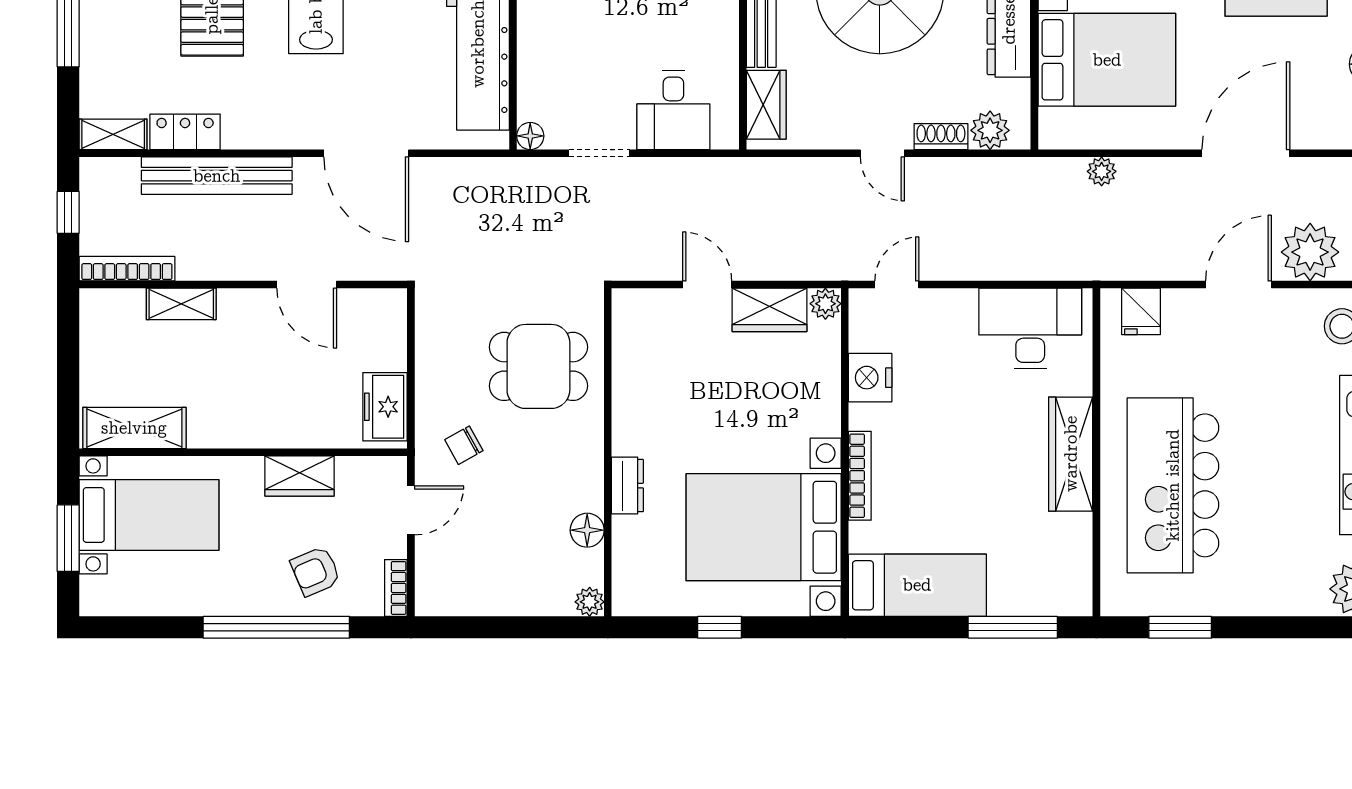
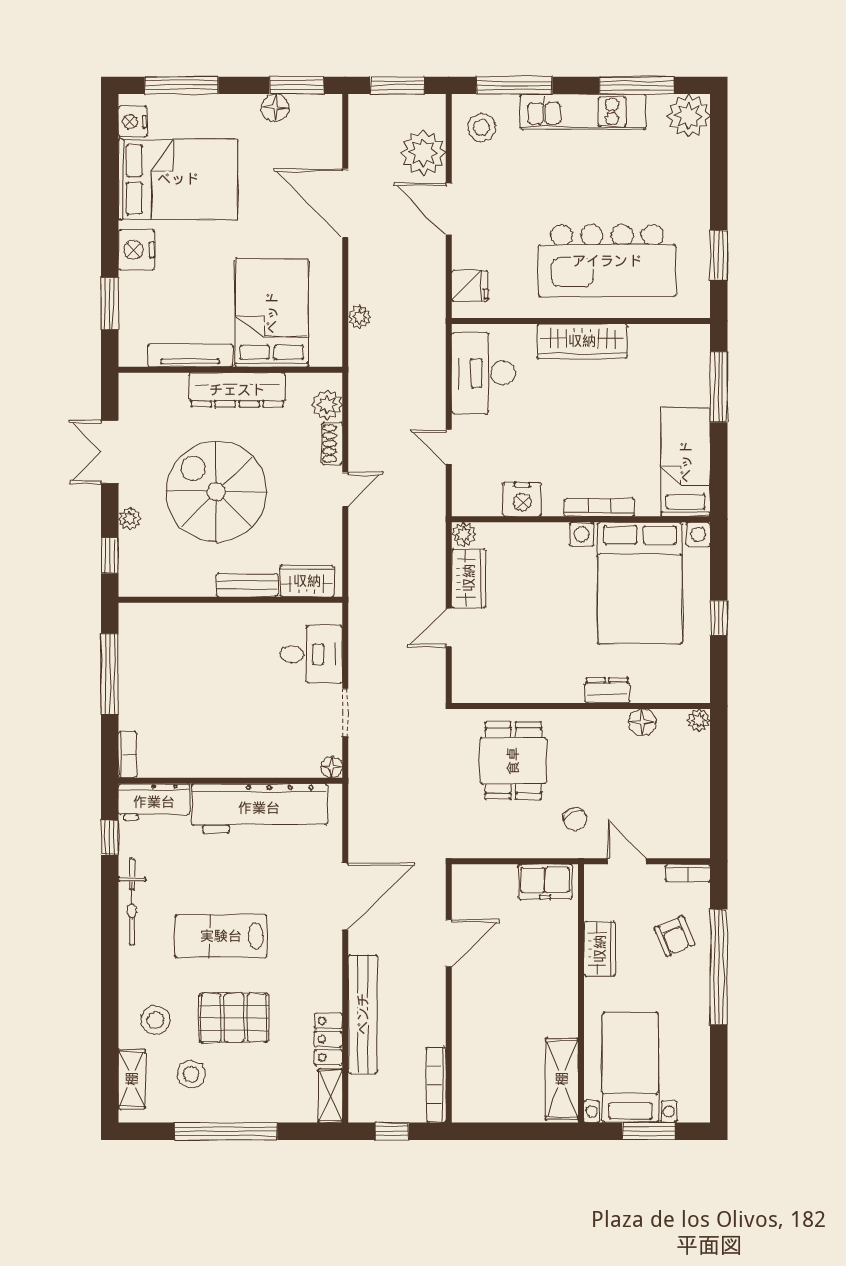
door: (897, 285) -> (449, 447), moved
shelving: (181, 304) -> (464, 1042), removed

